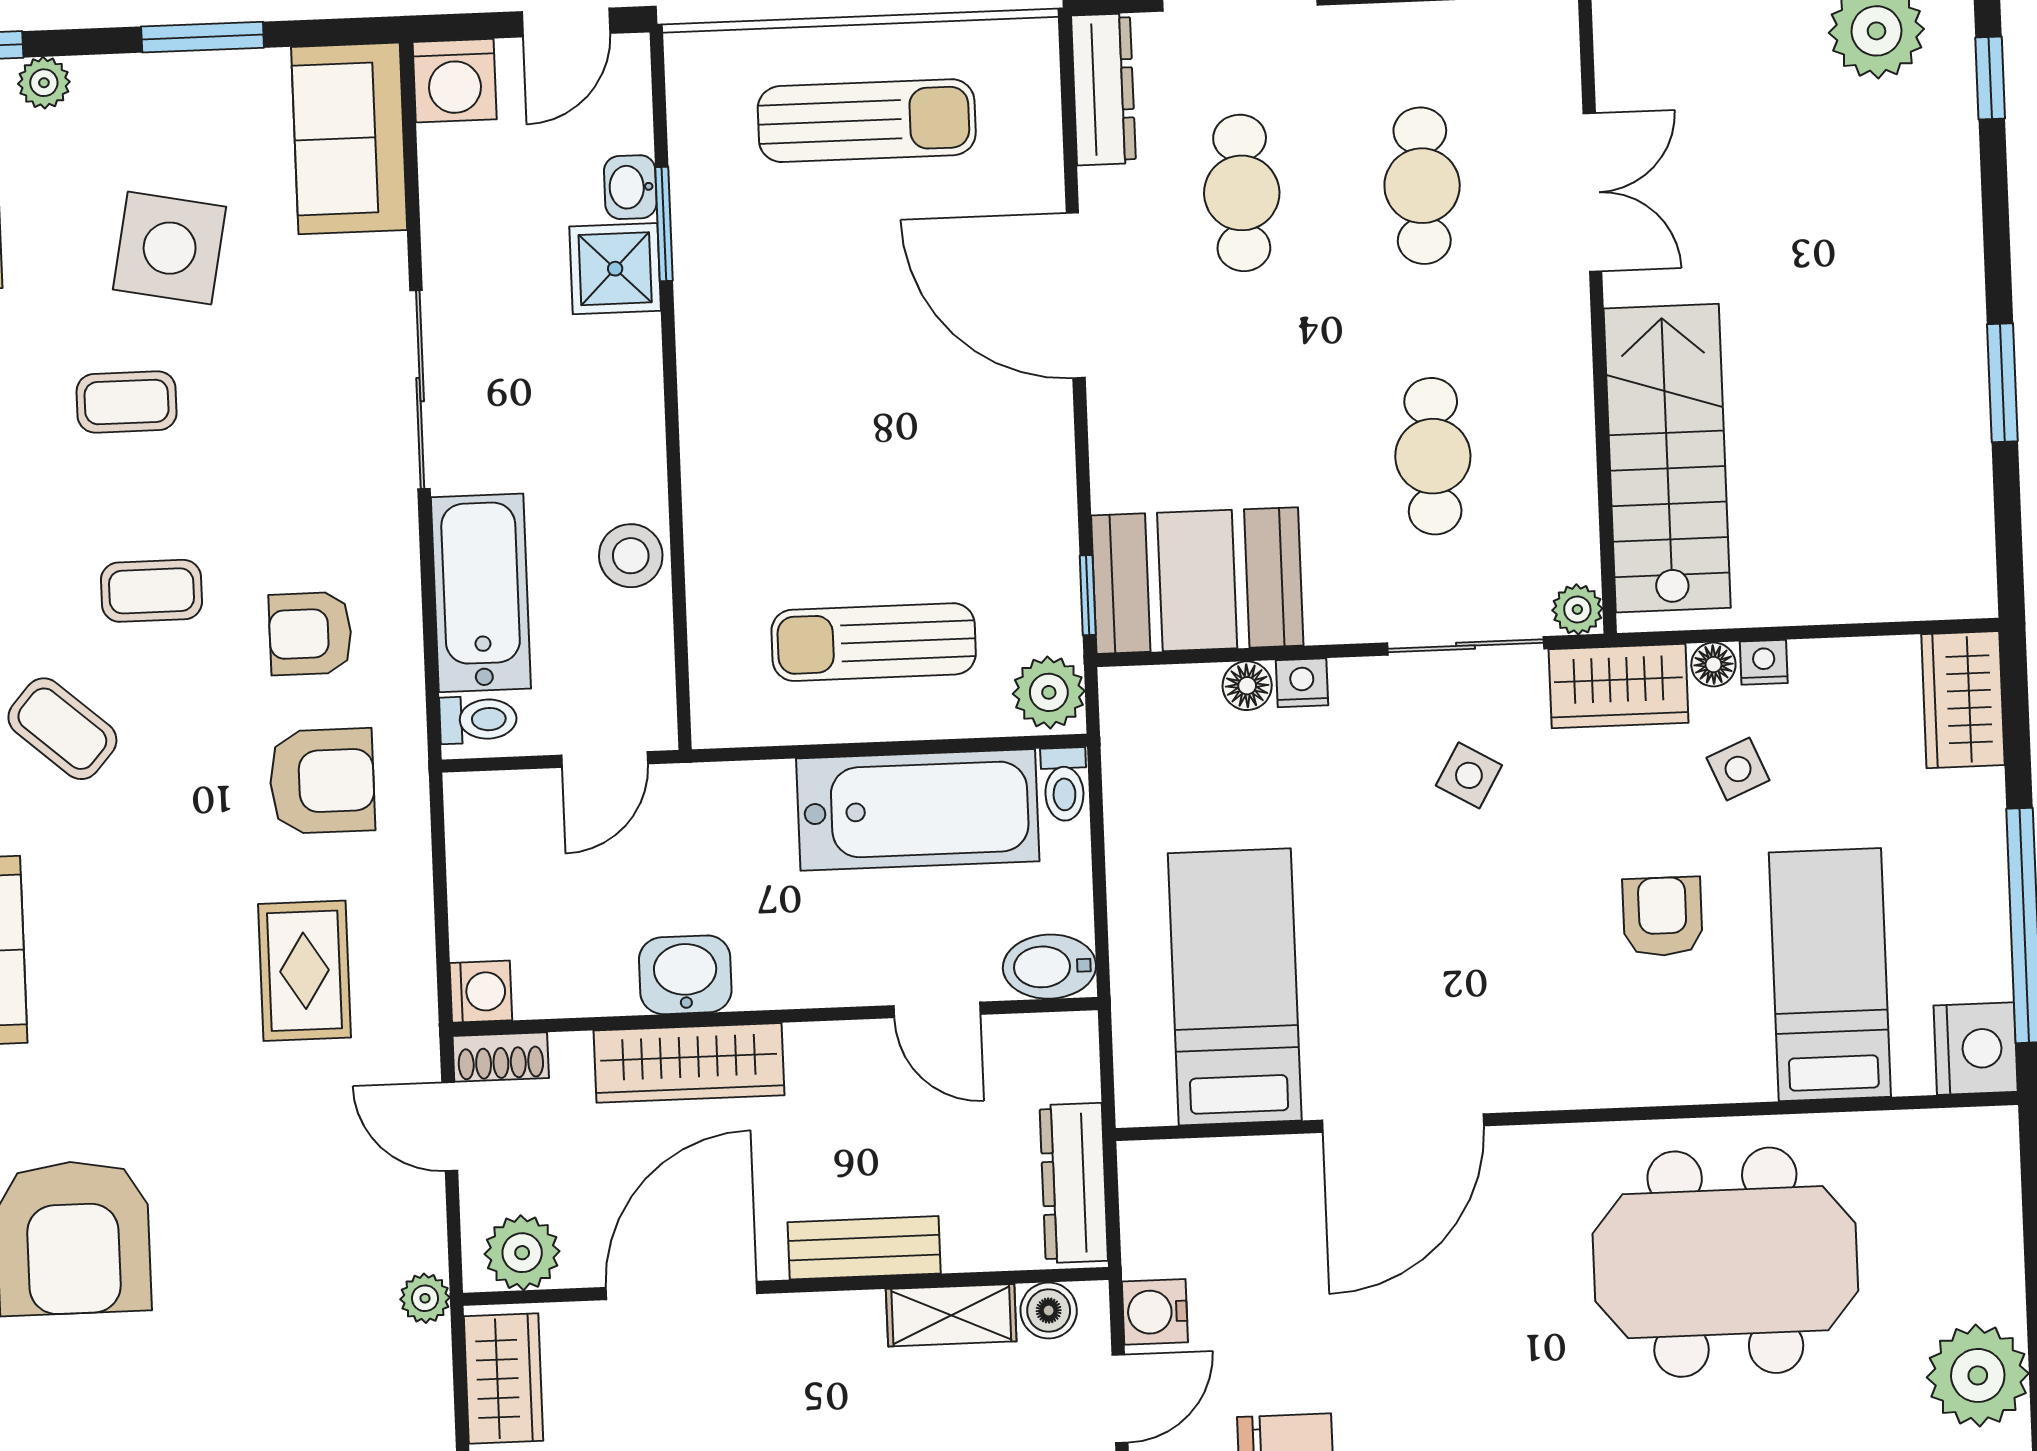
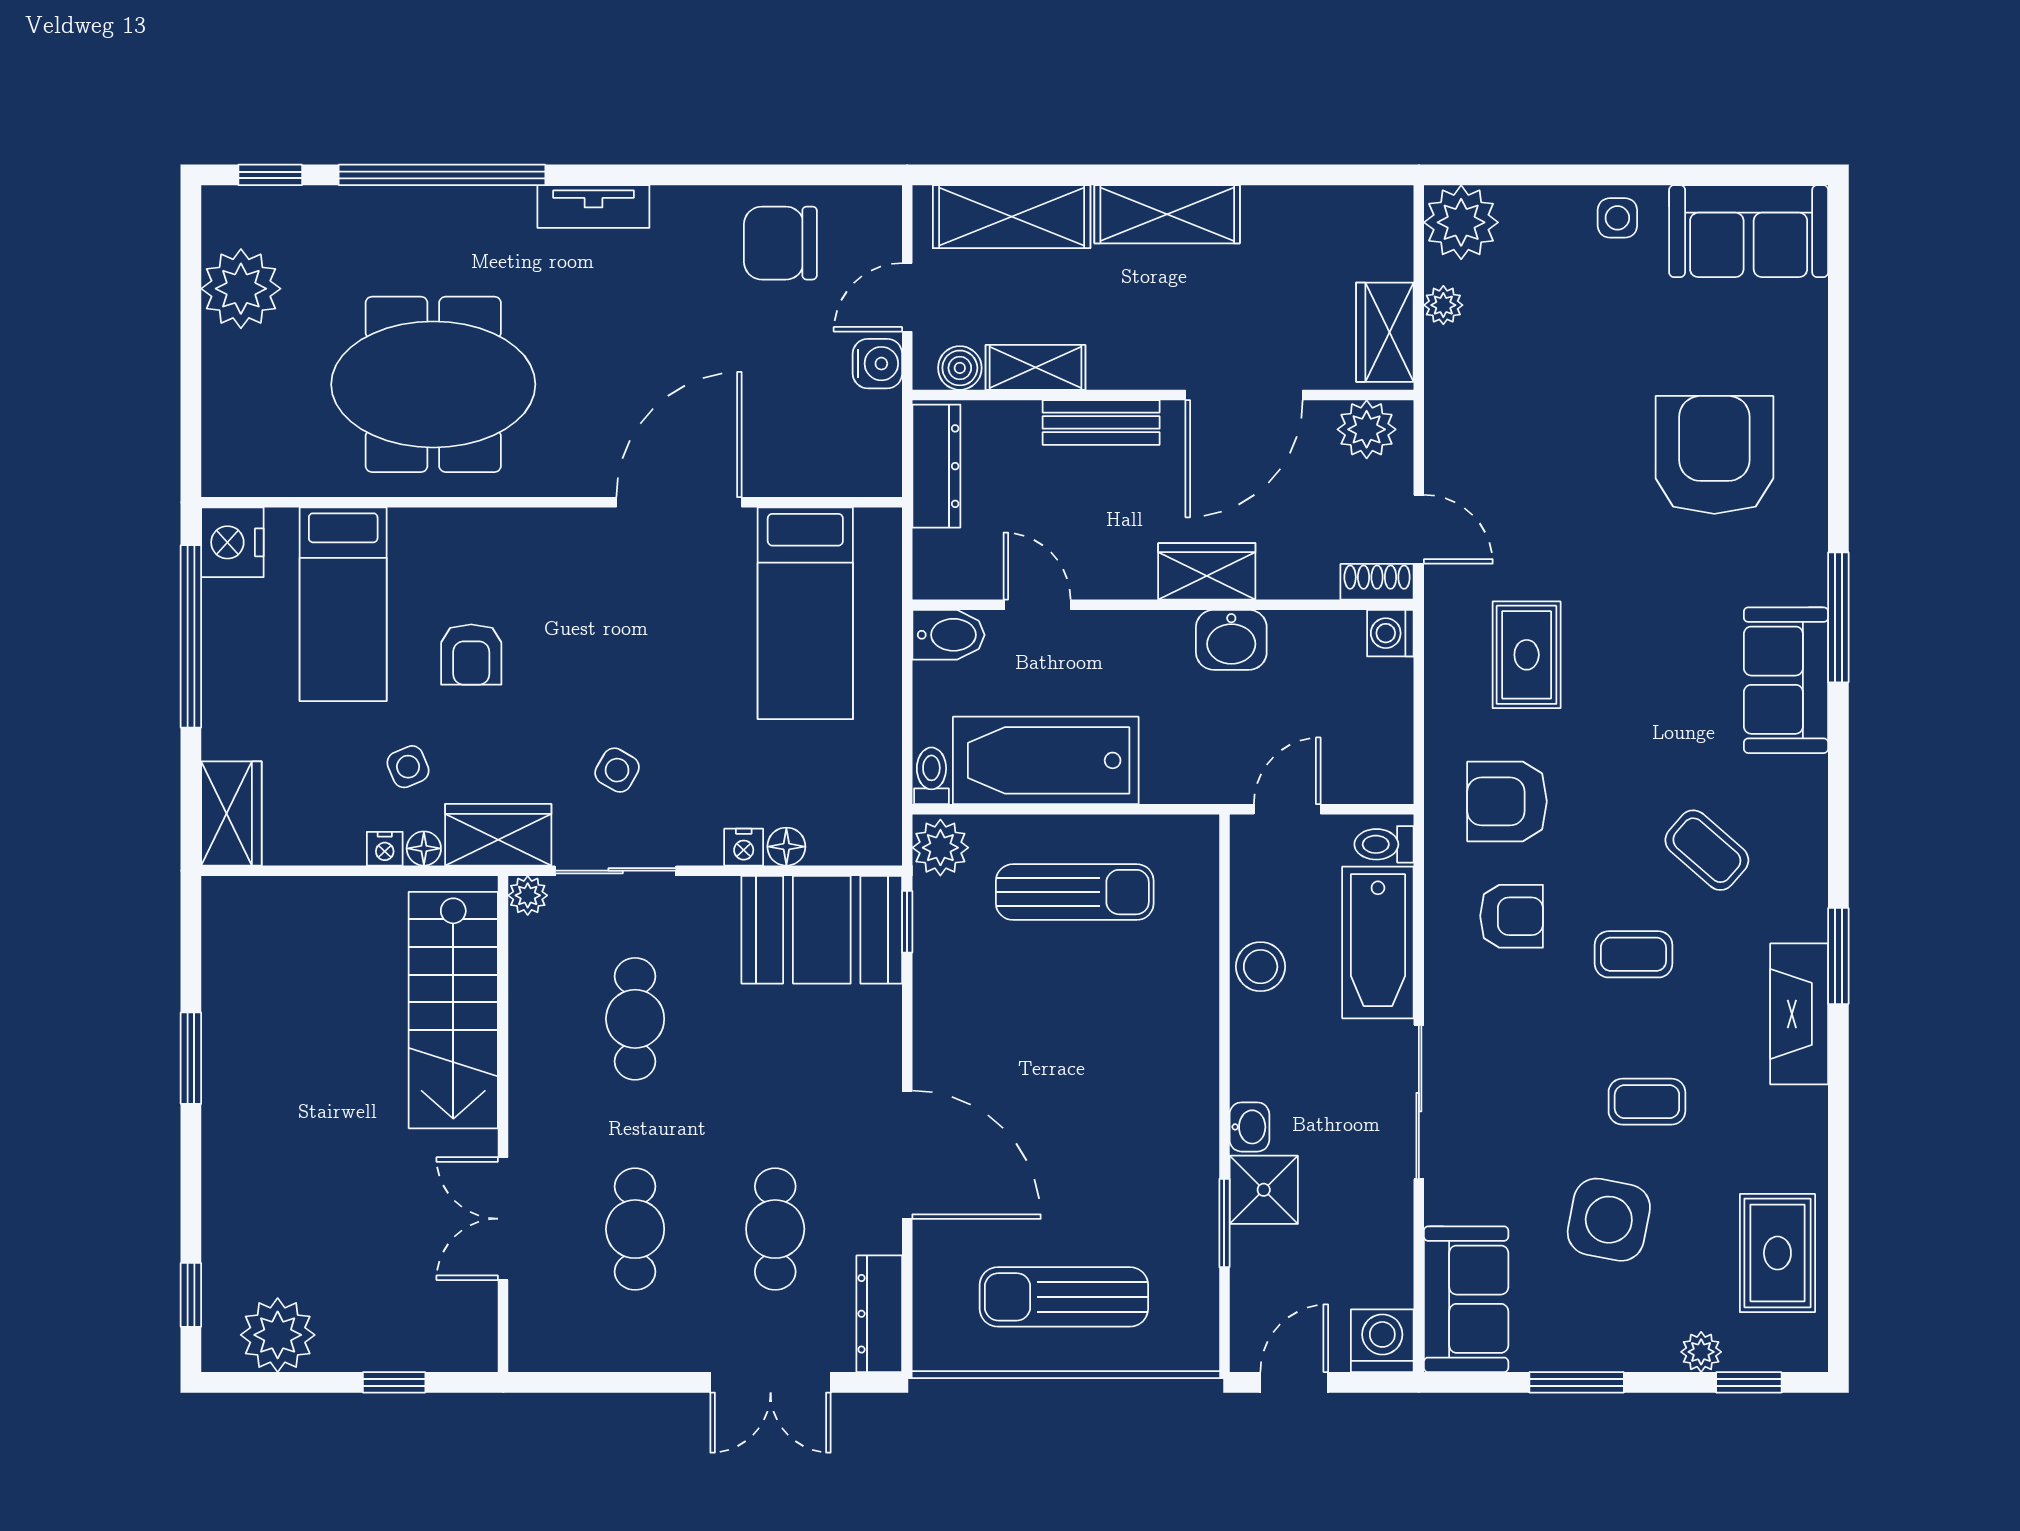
washbasin: (630, 187) -> (1249, 1127), moved
wardrobe: (689, 1063) -> (1207, 571), width x0.67
plant: (425, 1298) -> (1443, 305), moved

